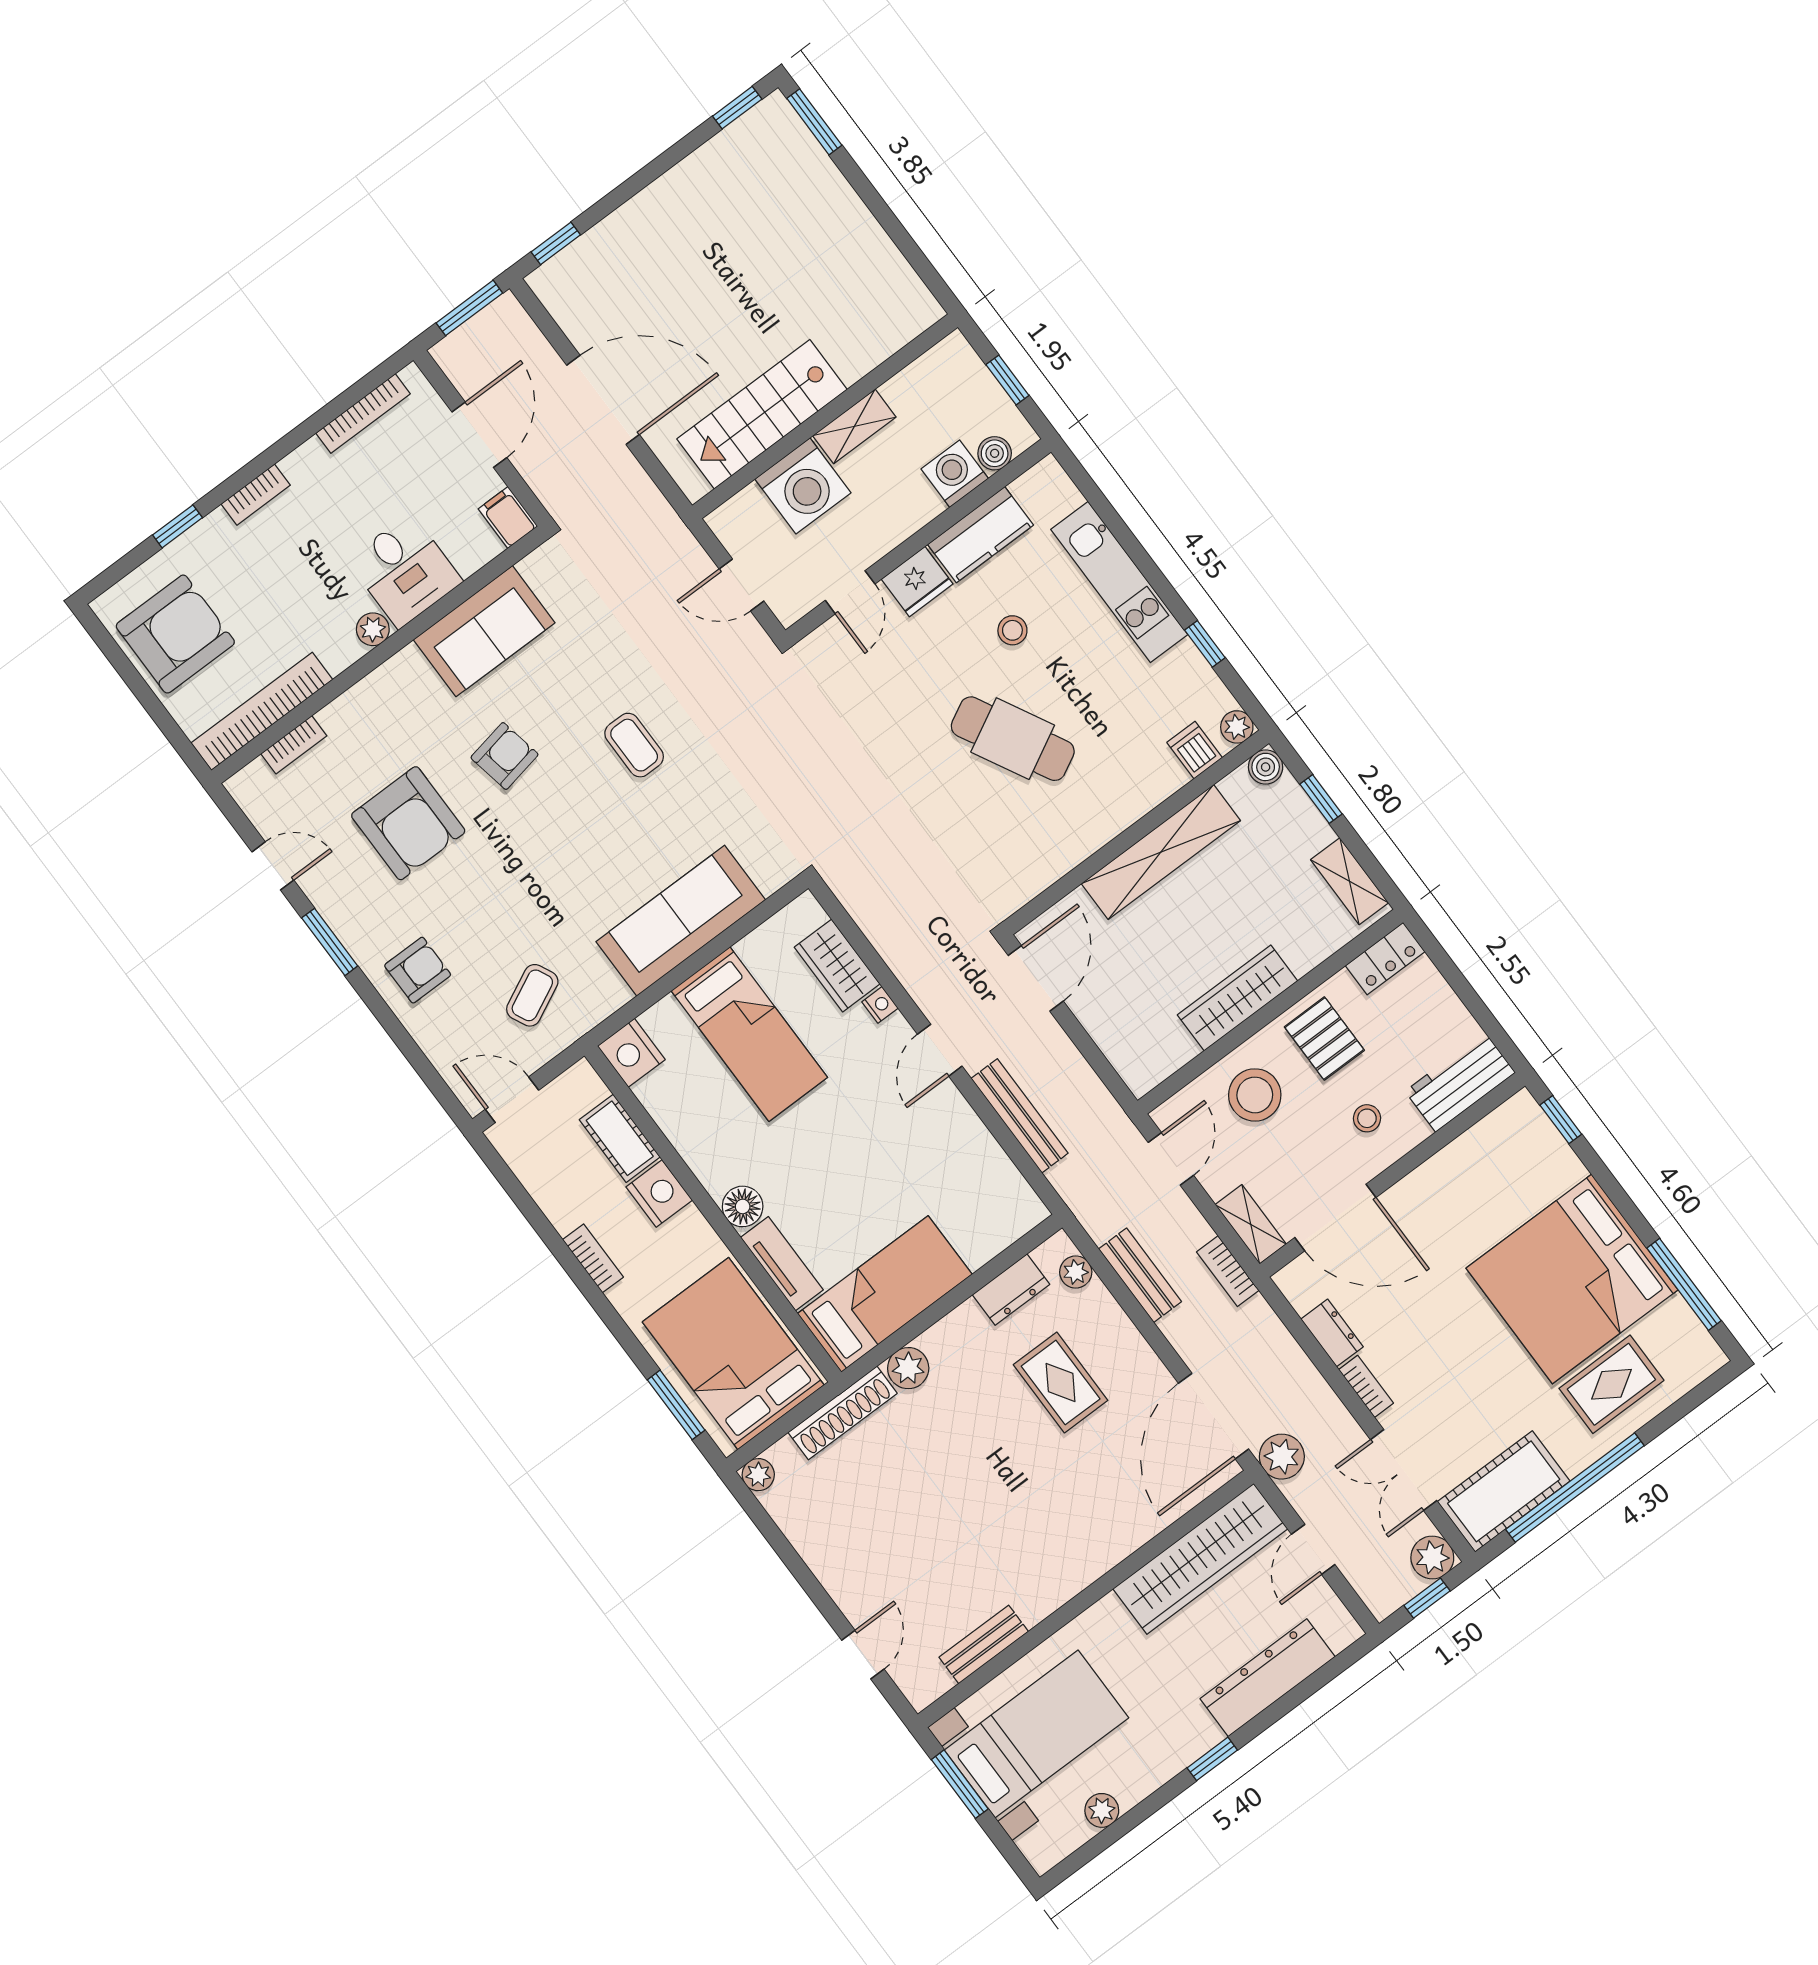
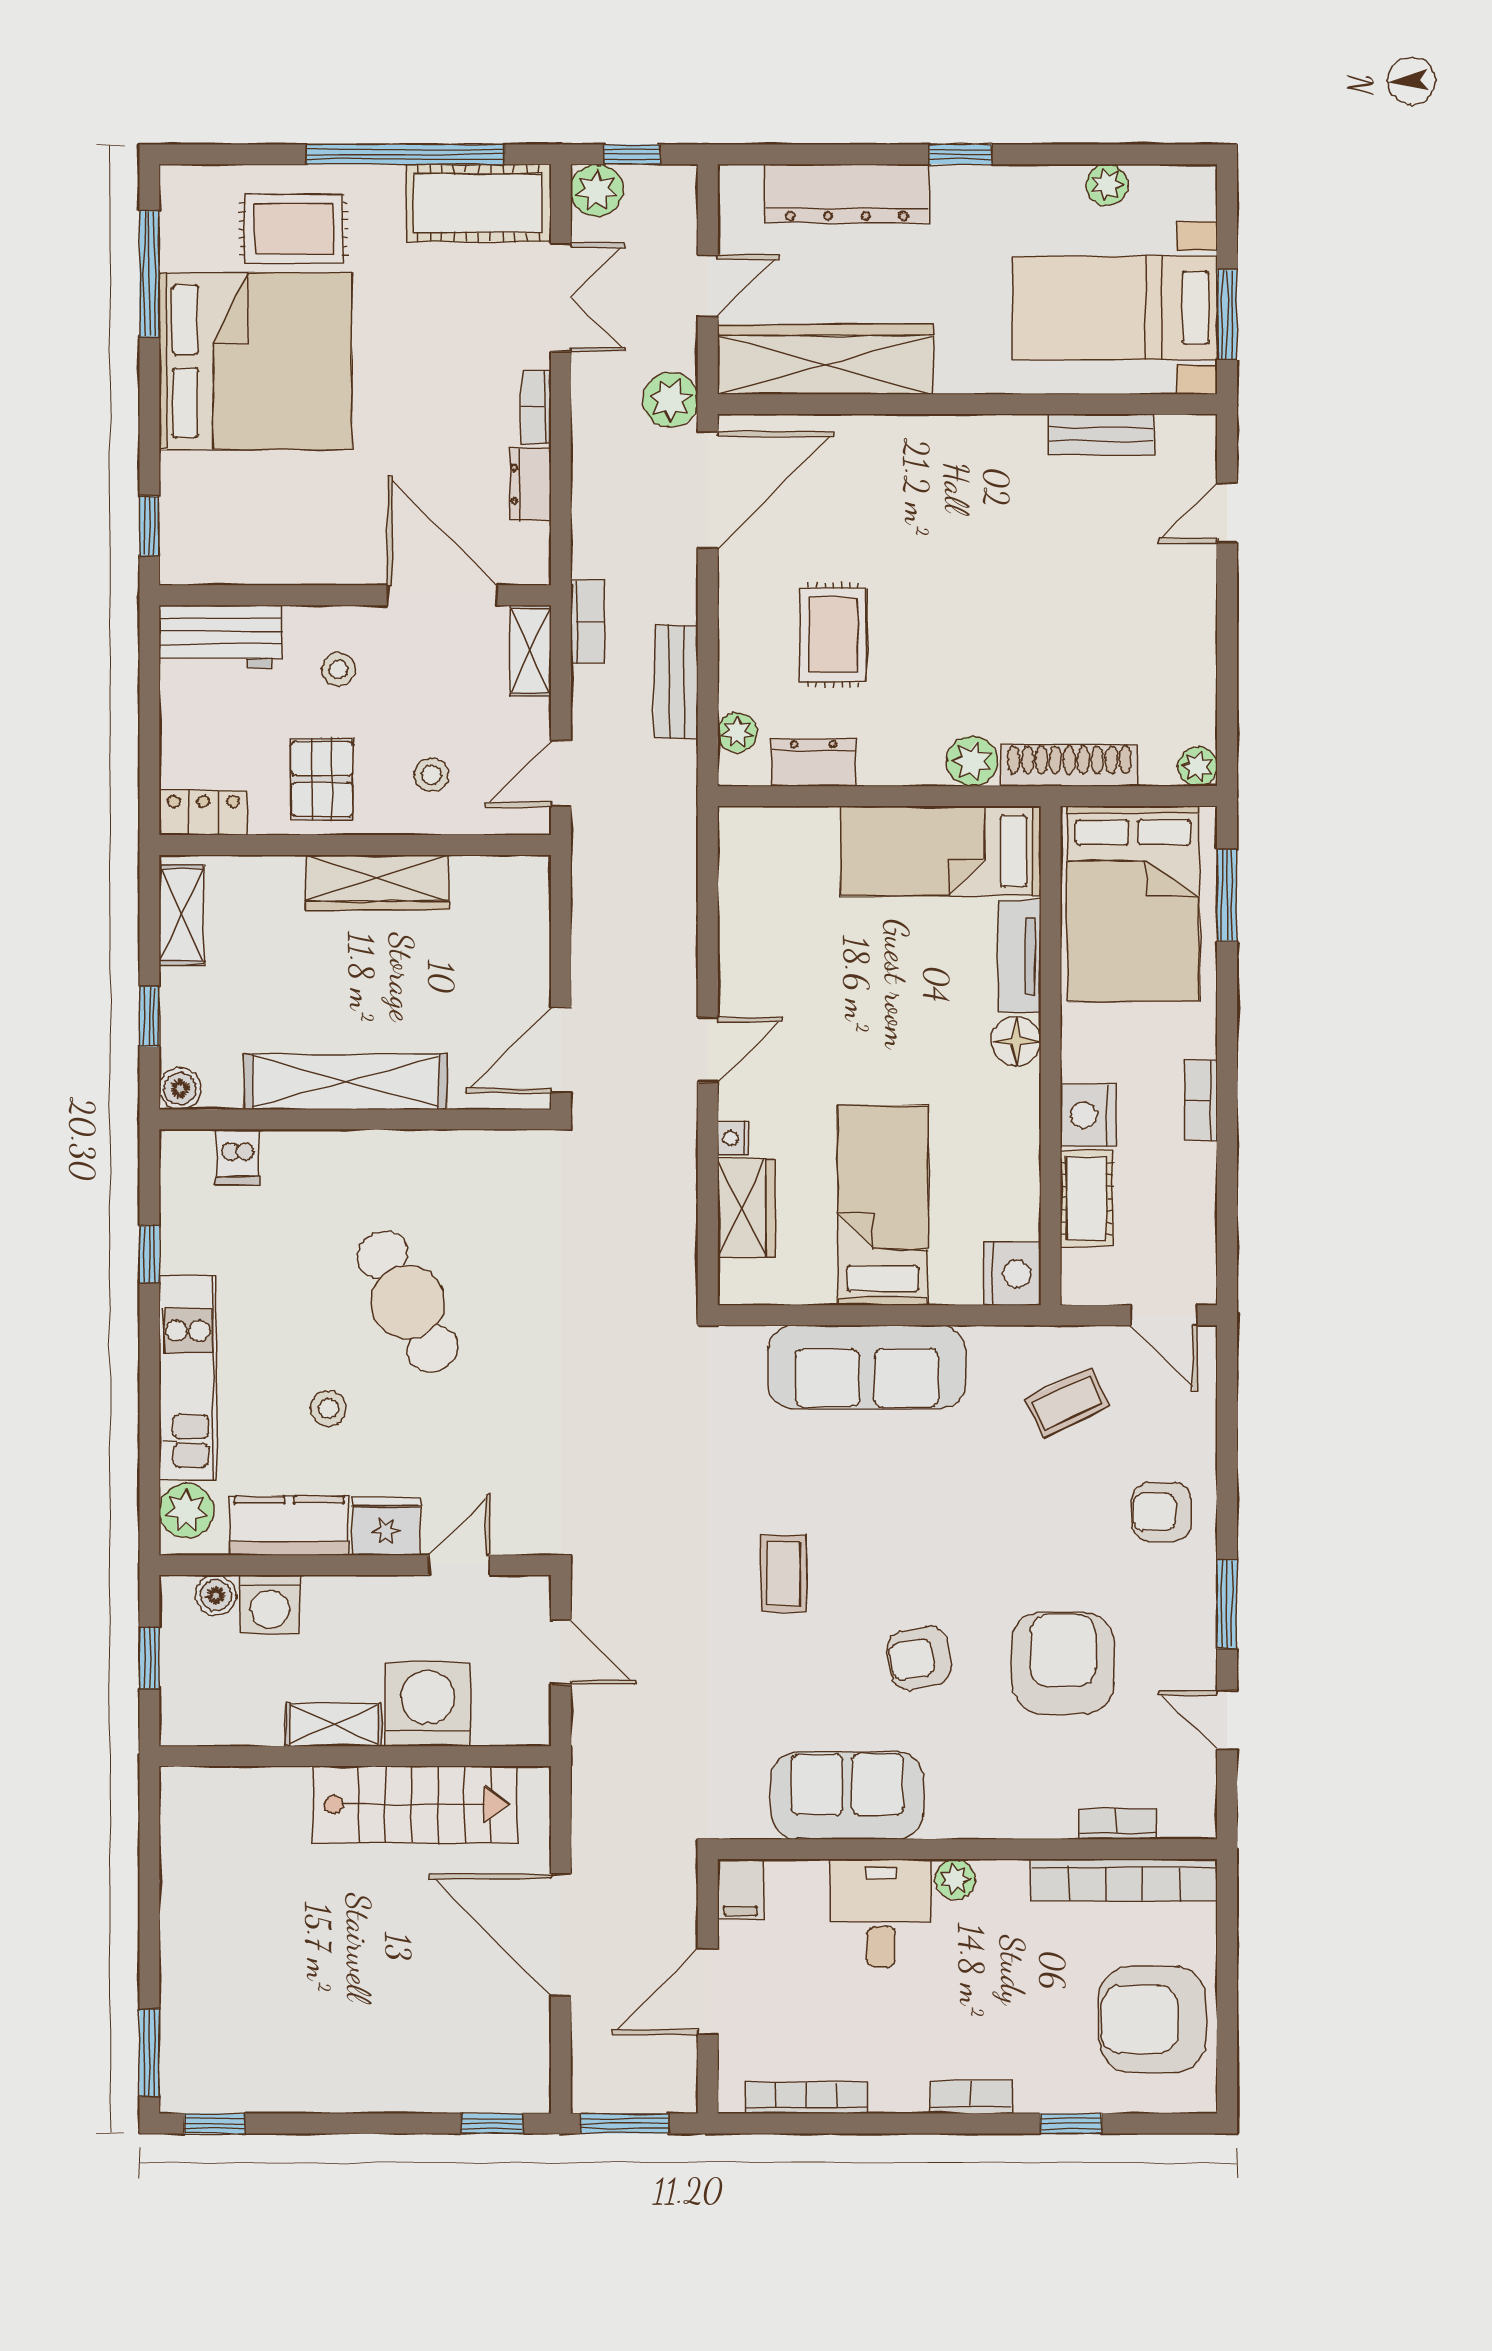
plant: (1237, 727) -> (186, 1511), moved, width x1.38, depth x1.38
stool: (1255, 1095) -> (432, 775), width x0.53, depth x0.53
bench: (1020, 1116) -> (678, 927), removed

